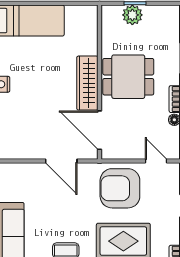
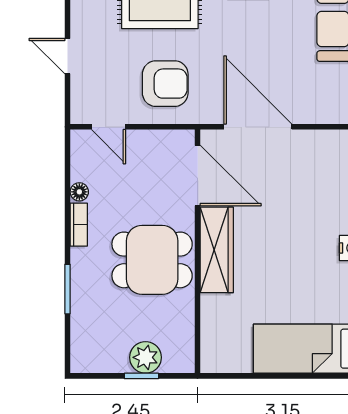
door: (61, 161) -> (258, 127), width x1.36
armchair: (120, 188) -> (165, 84), width x0.73, depth x0.73

